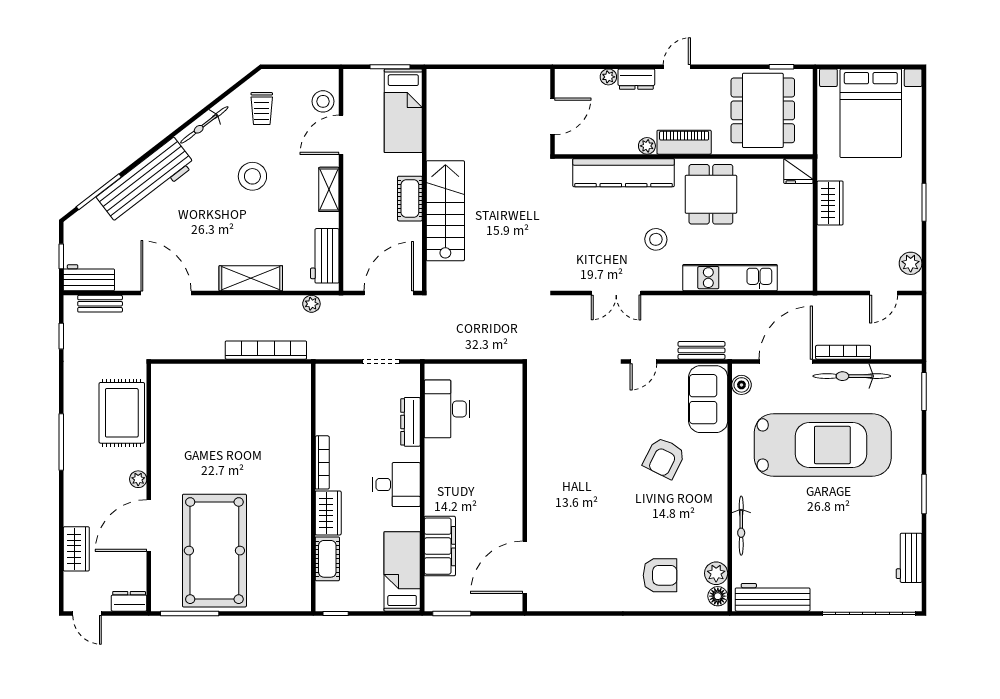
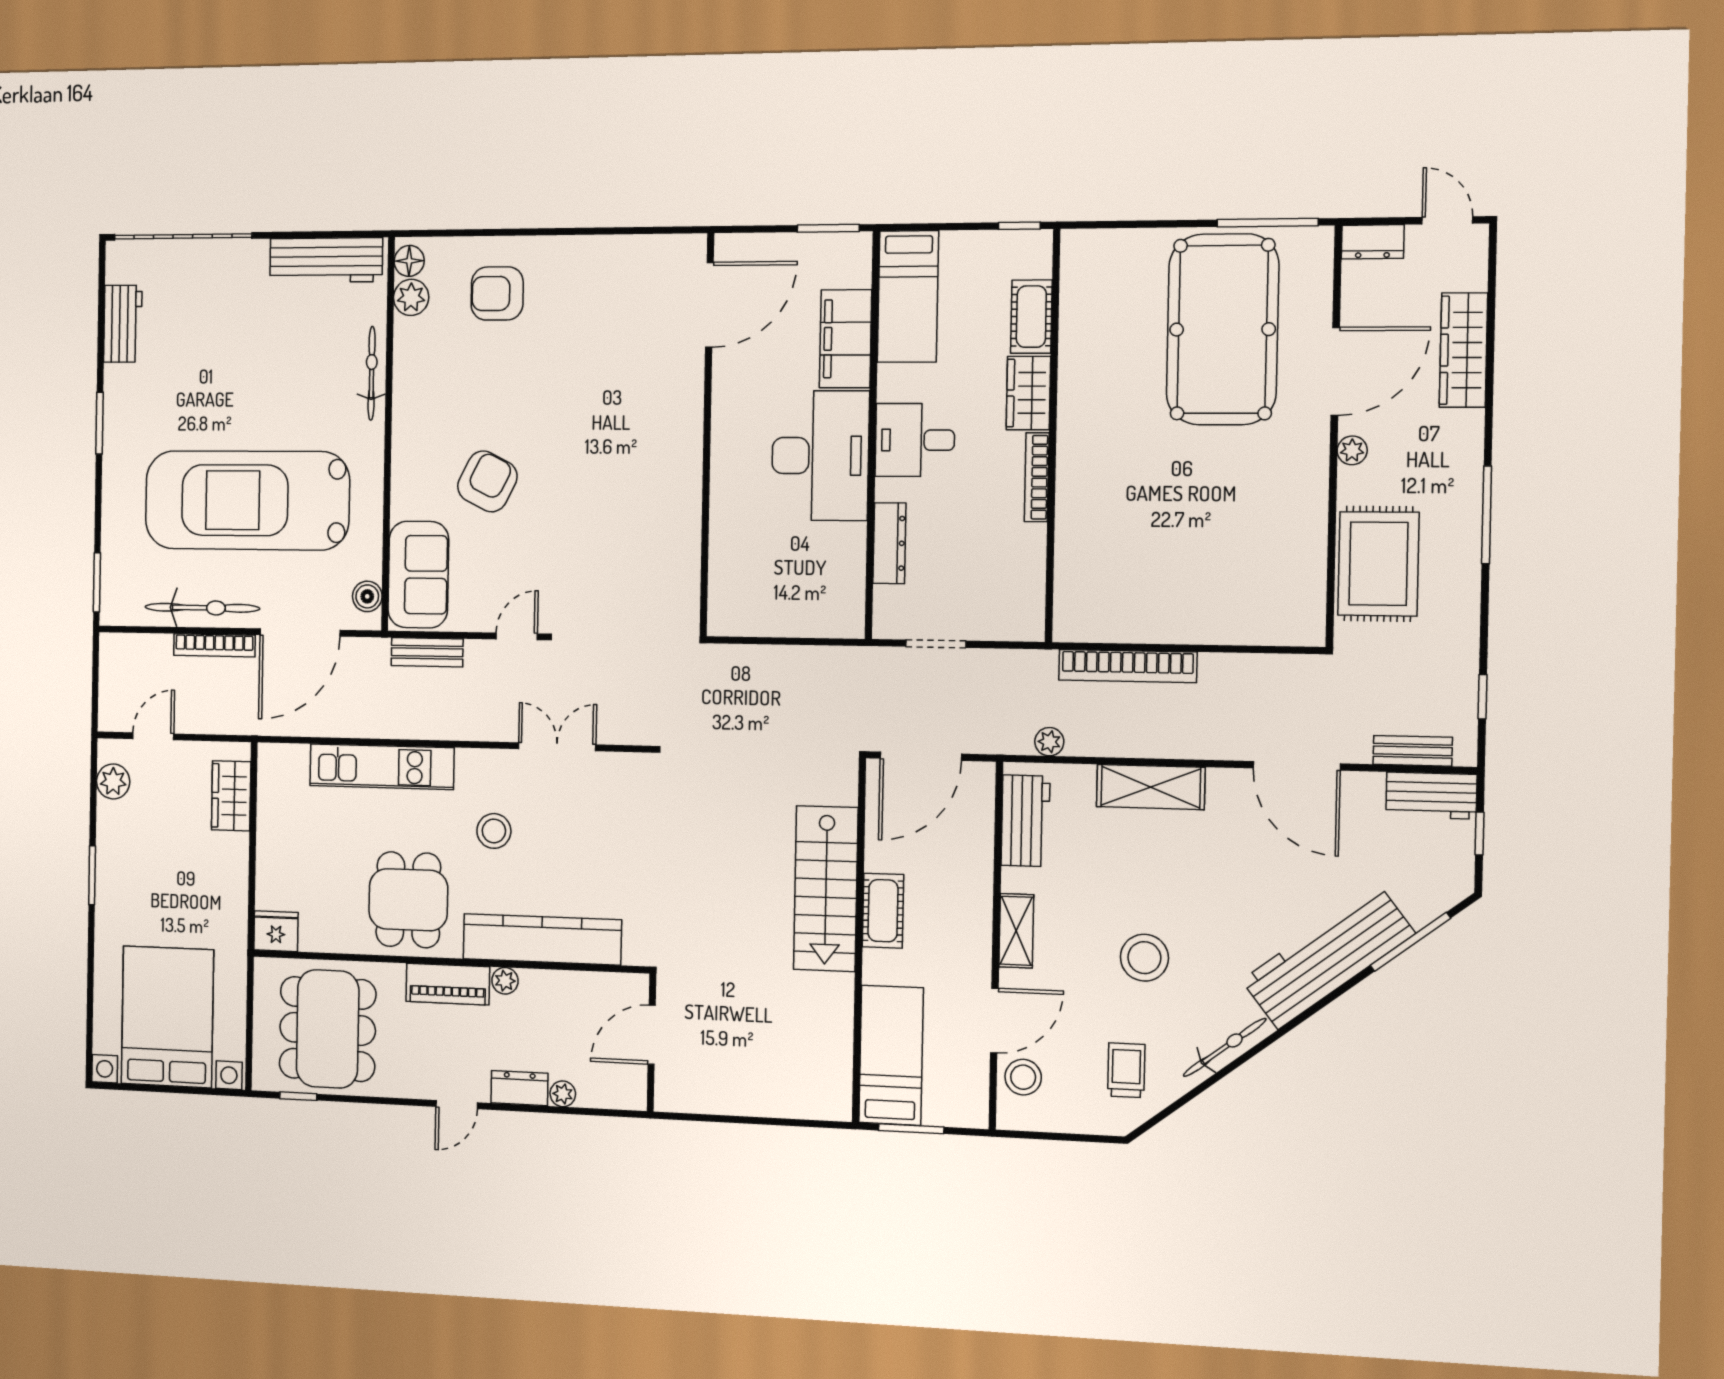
wardrobe: (830, 203) -> (231, 796), moved
desk: (447, 409) -> (820, 456), moved, width x1.36, depth x1.30
wardrobe: (76, 549) -> (1463, 350), width x1.50

